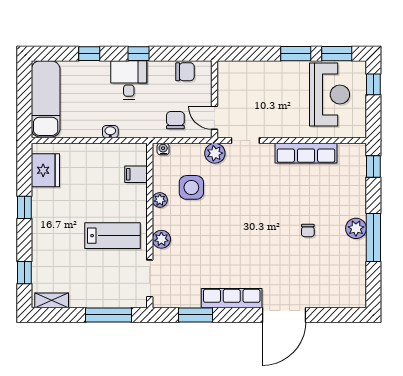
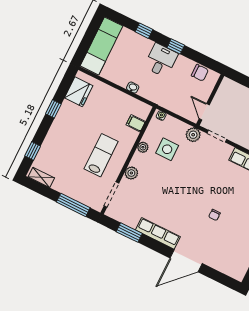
chair: (175, 120) -> (178, 101), removed
chair: (308, 231) -> (214, 215), moved
lab bench: (112, 236) -> (101, 155), turned -90

